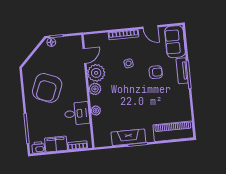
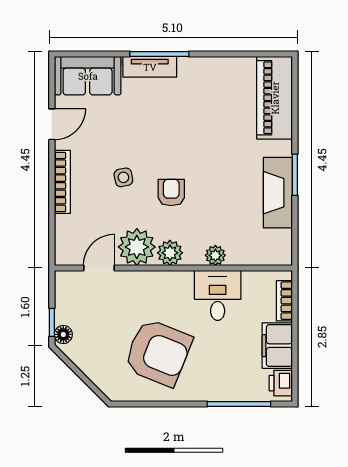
door: (84, 56) -> (99, 268), hinge flipped
armchair: (156, 72) -> (171, 192), moved

